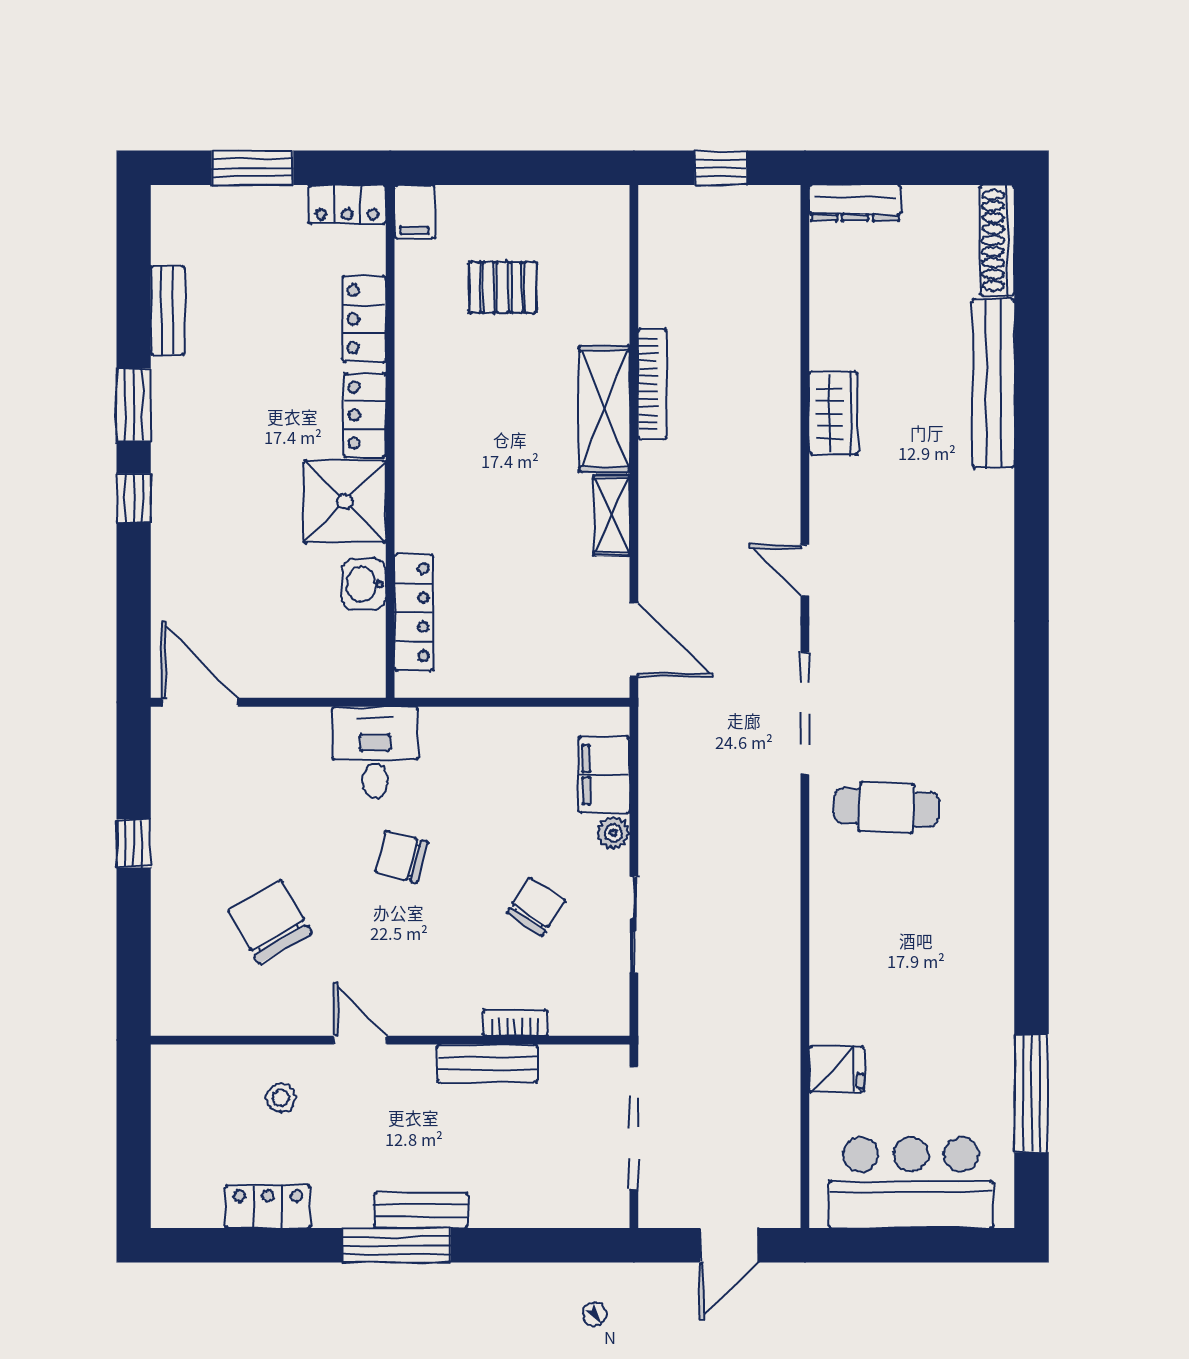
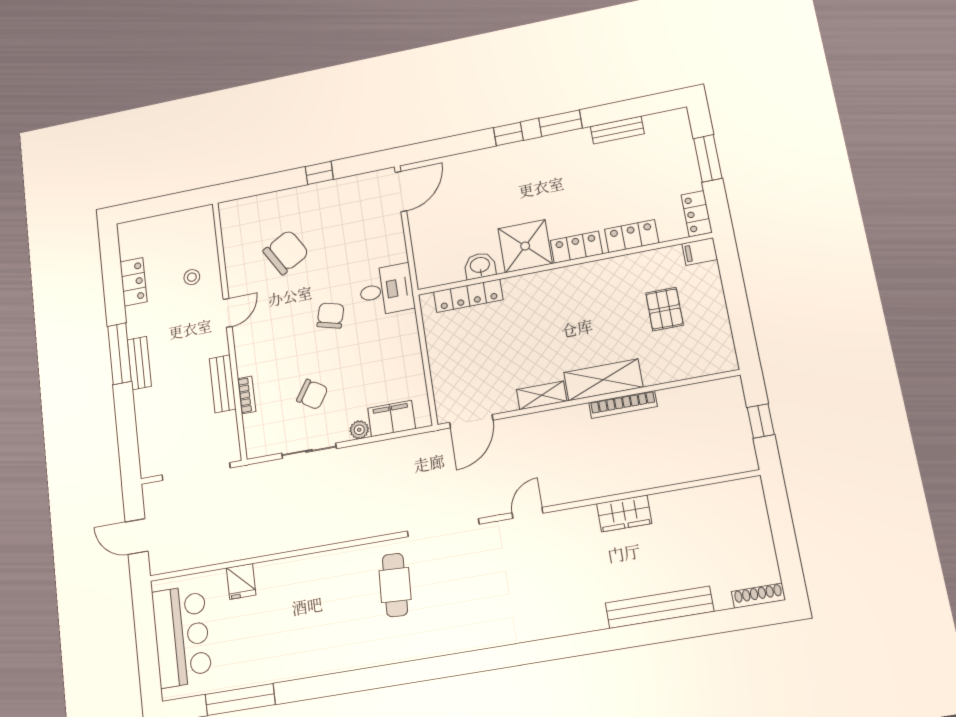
dresser: (855, 203) -> (755, 504), removed
shoe rack: (997, 240) -> (758, 596), width x0.74, depth x0.81

